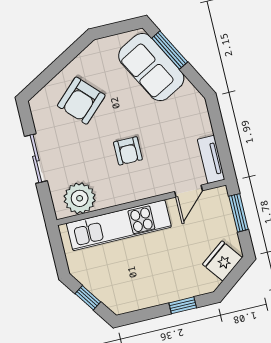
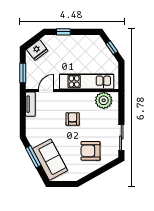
window: (170, 50) -> (33, 157), moved
armchair: (81, 101) -> (91, 151), turned -136
sliding door: (36, 158) -> (121, 138), moved

